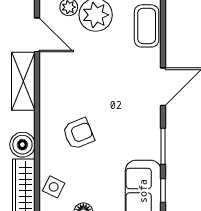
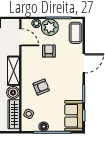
armchair: (94, 62) -> (49, 51), added
shelving: (23, 81) -> (13, 71), moved

